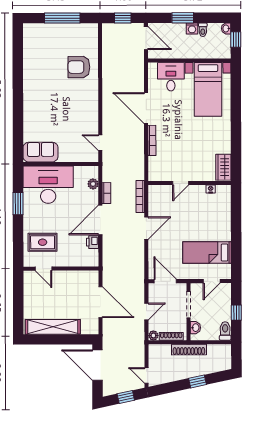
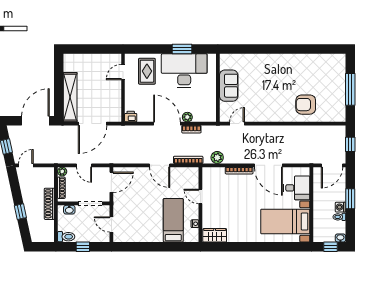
armchair: (79, 67) -> (306, 105), turned -90
door: (146, 108) -> (268, 165), swing flipped
sofa: (41, 152) -> (229, 86), moved
plant: (138, 165) -> (217, 157), added
plant: (93, 184) -> (187, 117), moved
desk: (48, 185) -> (184, 71), moved, turned -90
printer: (92, 242) -> (131, 117), moved
bed: (207, 253) -> (173, 220), moved
shelving: (53, 327) -> (70, 97), moved

